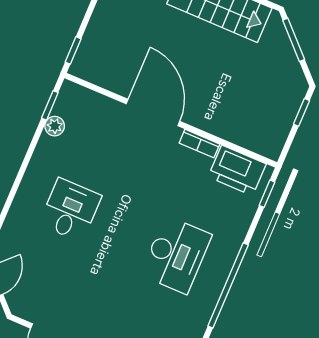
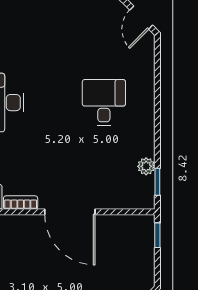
desk: (70, 210) -> (104, 103), turned 180

